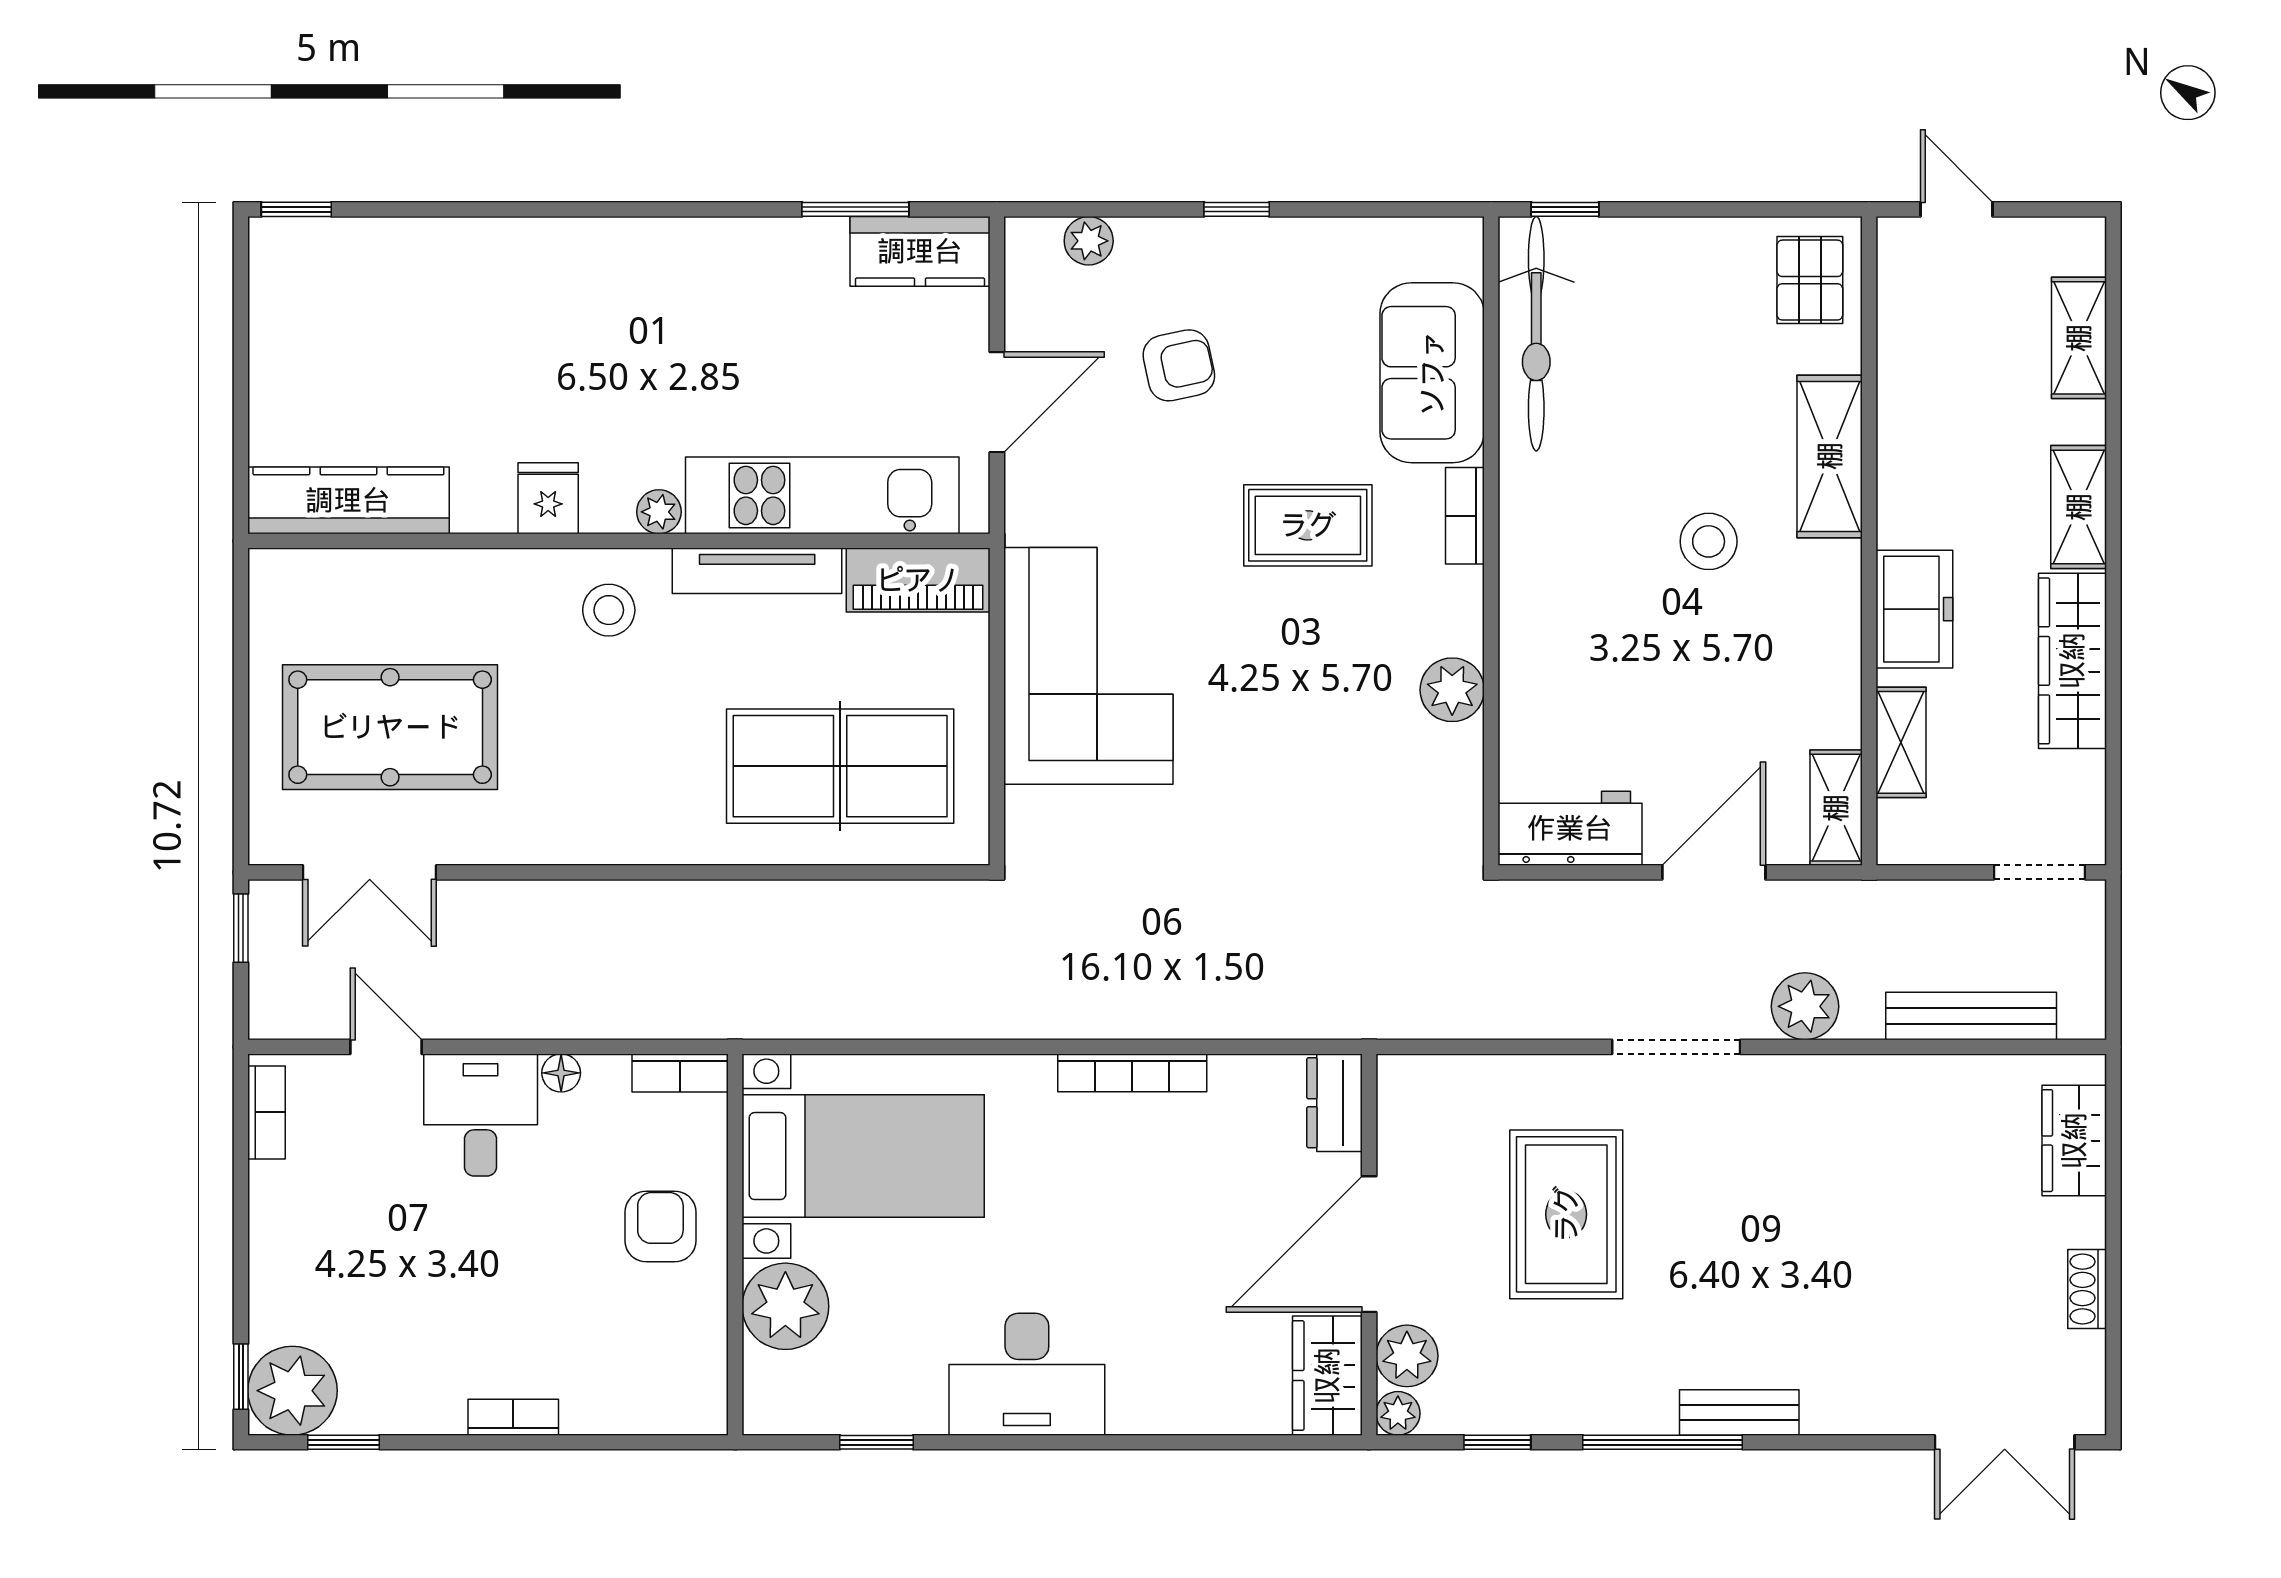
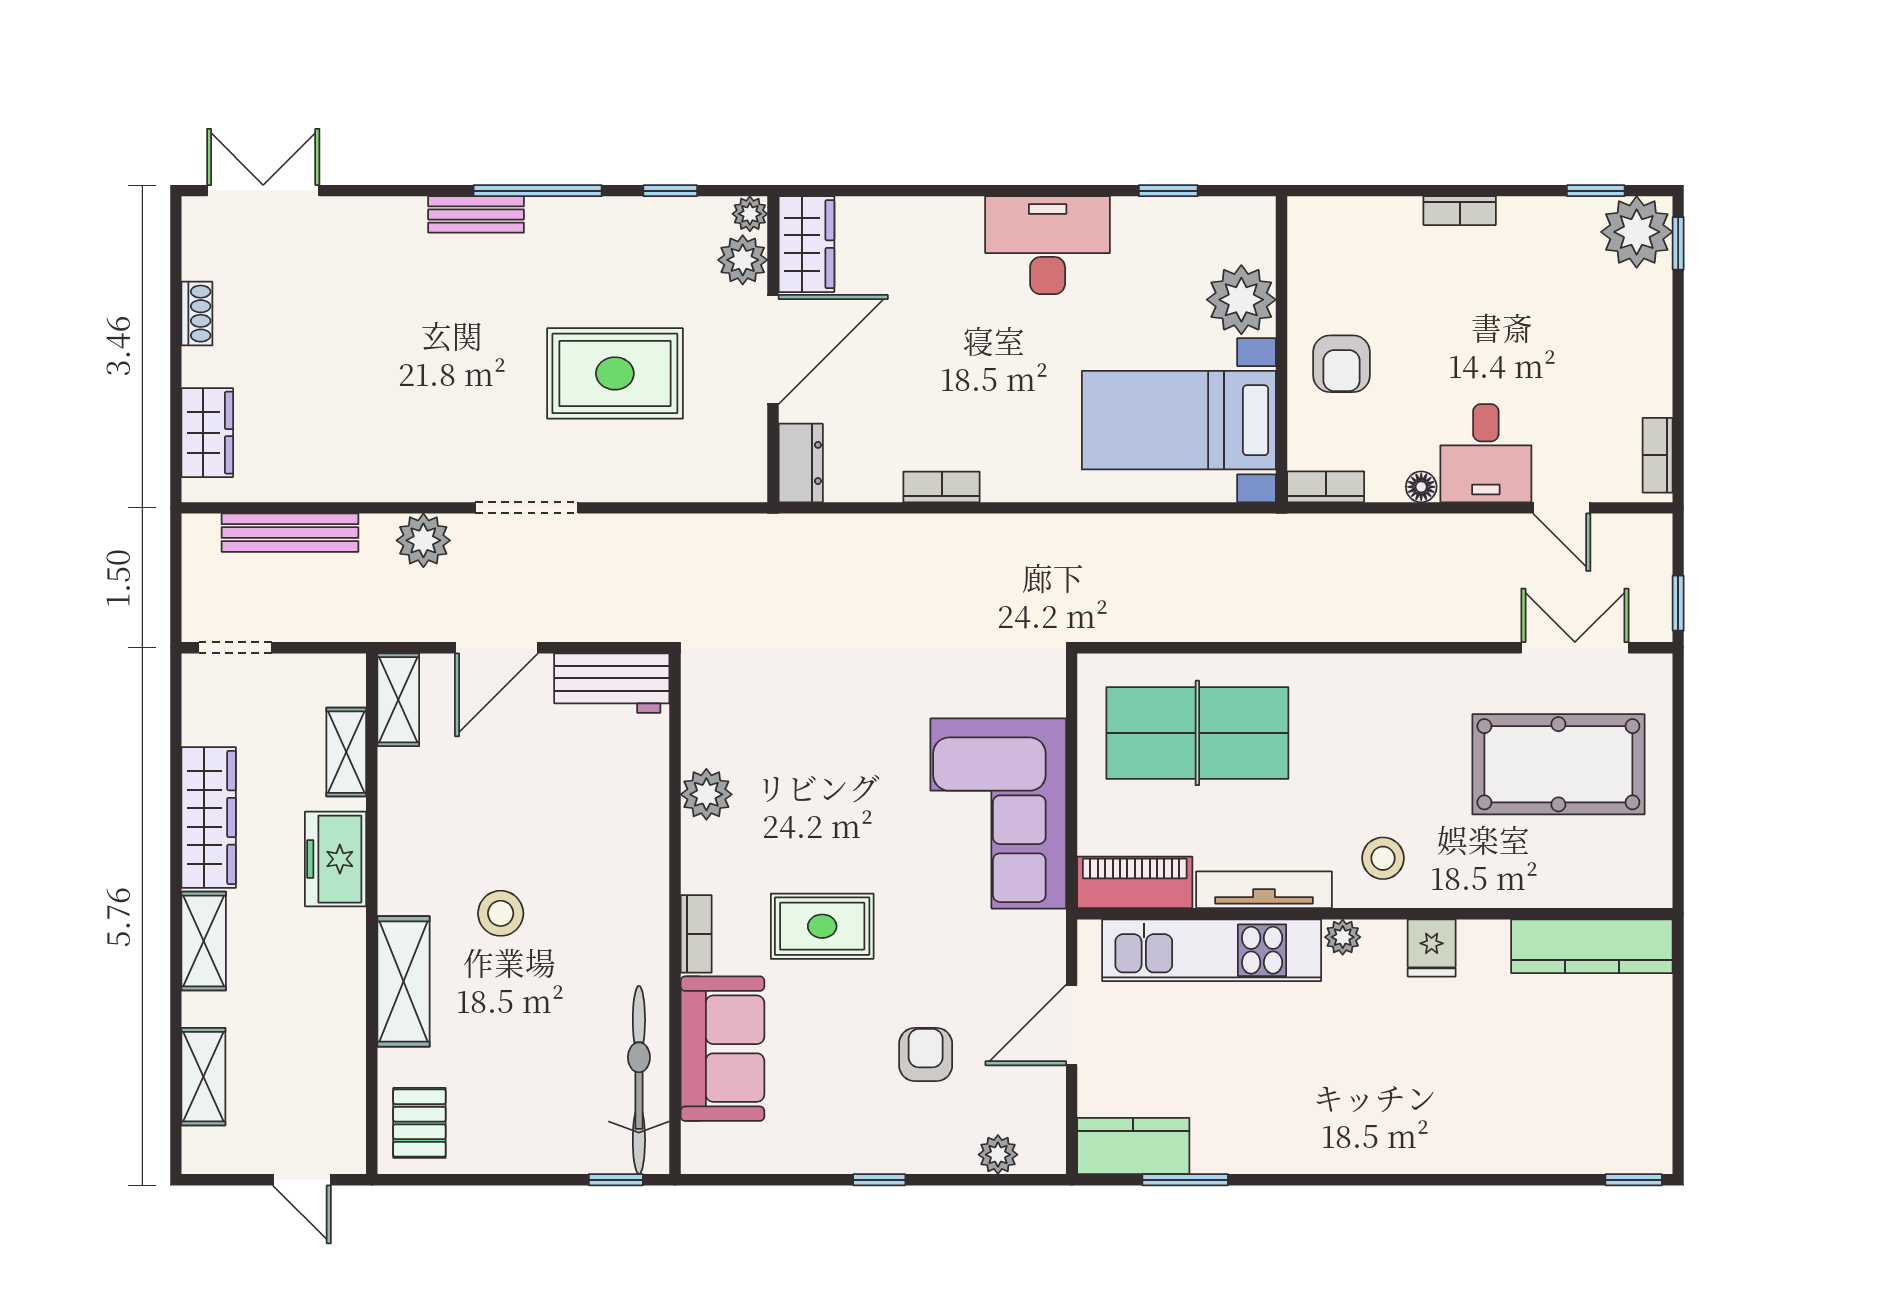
armchair: (1179, 365) -> (926, 1055), turned 102
bookcase: (1132, 1073) -> (942, 487), width x0.64
rug: (1566, 1214) -> (615, 373), turned 90

